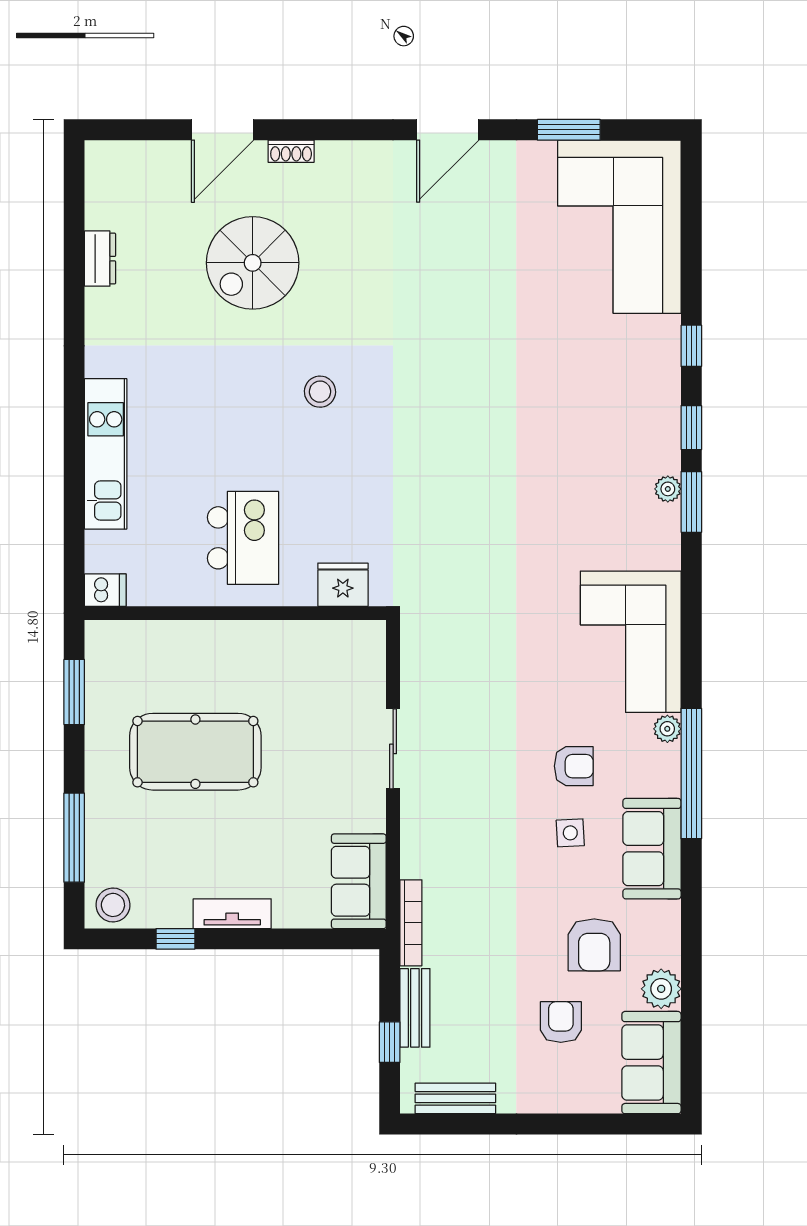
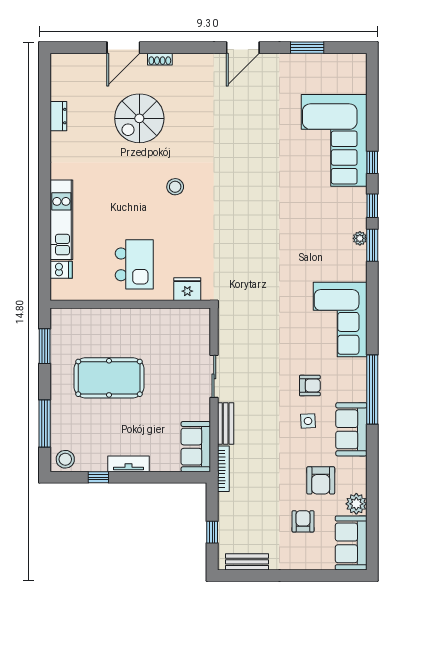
corner sofa: (619, 227) -> (334, 140), moved
dishwasher: (105, 590) -> (61, 270), moved
plant: (667, 729) -> (360, 366), removed
bench: (415, 1008) -> (226, 424), moved

